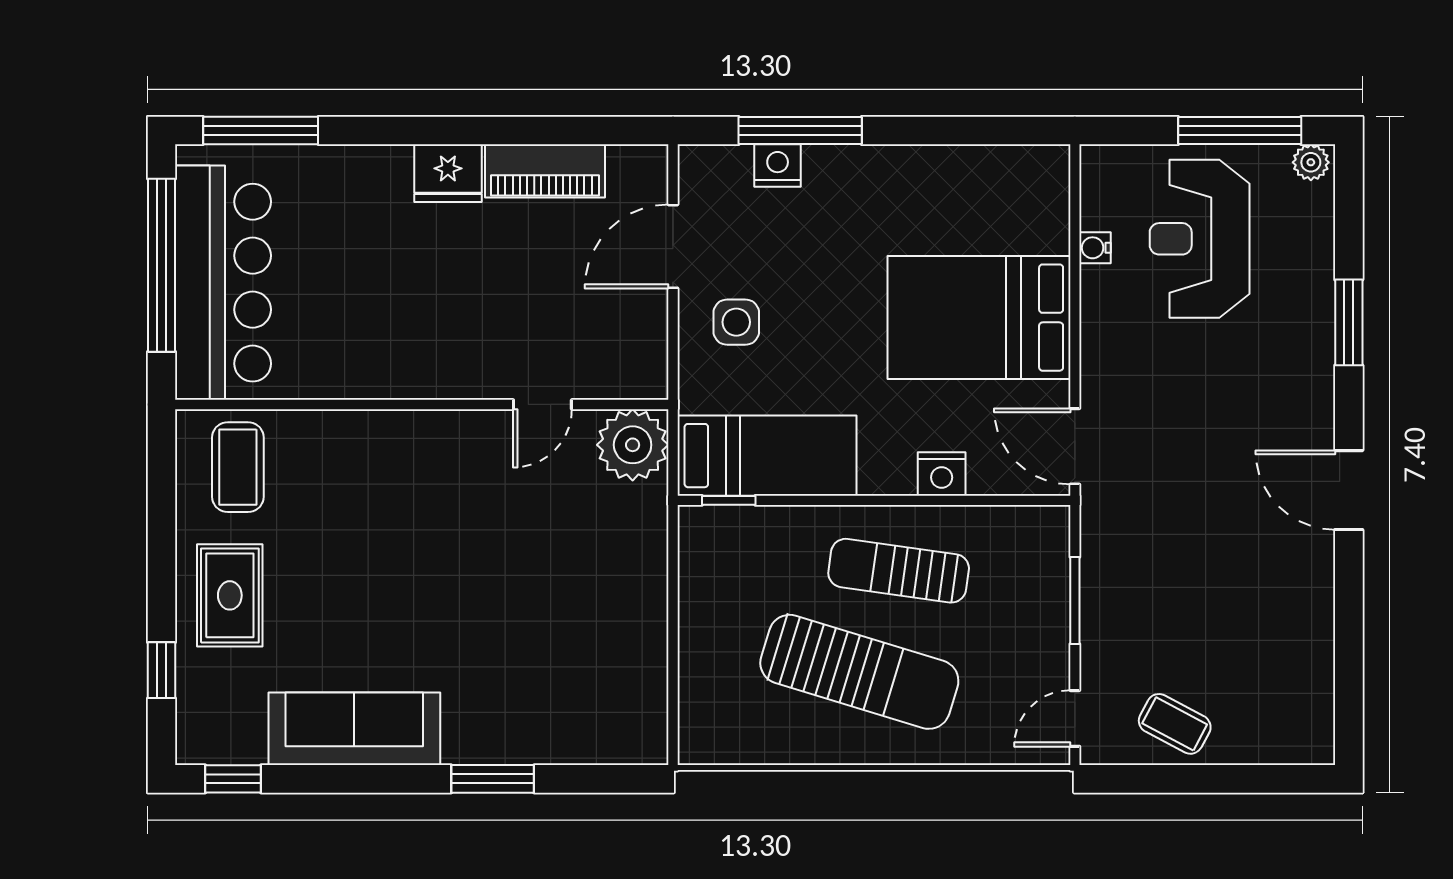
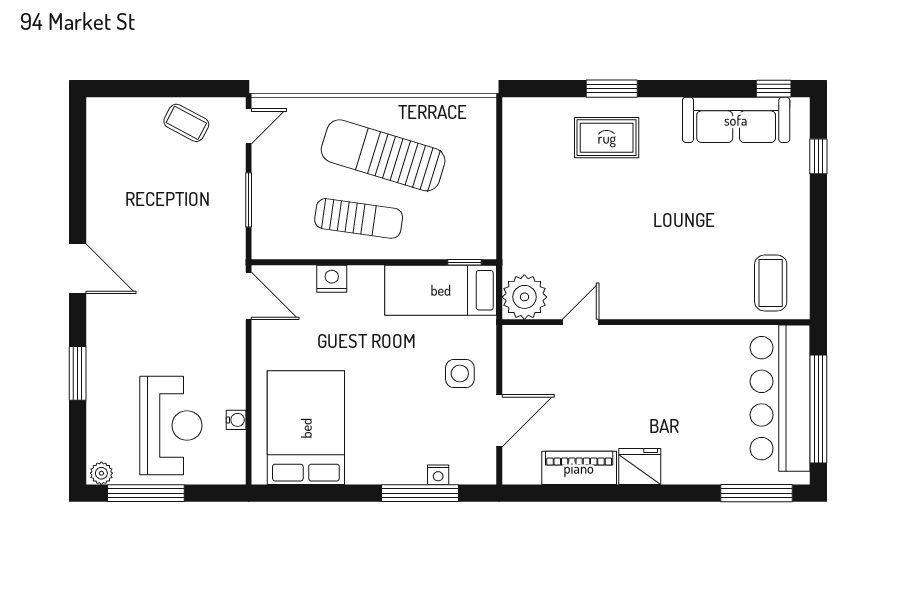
nightstand: (778, 166) -> (438, 475), width x0.72, depth x0.74
bed: (979, 318) -> (306, 428), moved, turned -90
rug: (230, 595) -> (607, 138), moved, turned 90
sofa: (354, 729) -> (736, 120), moved

